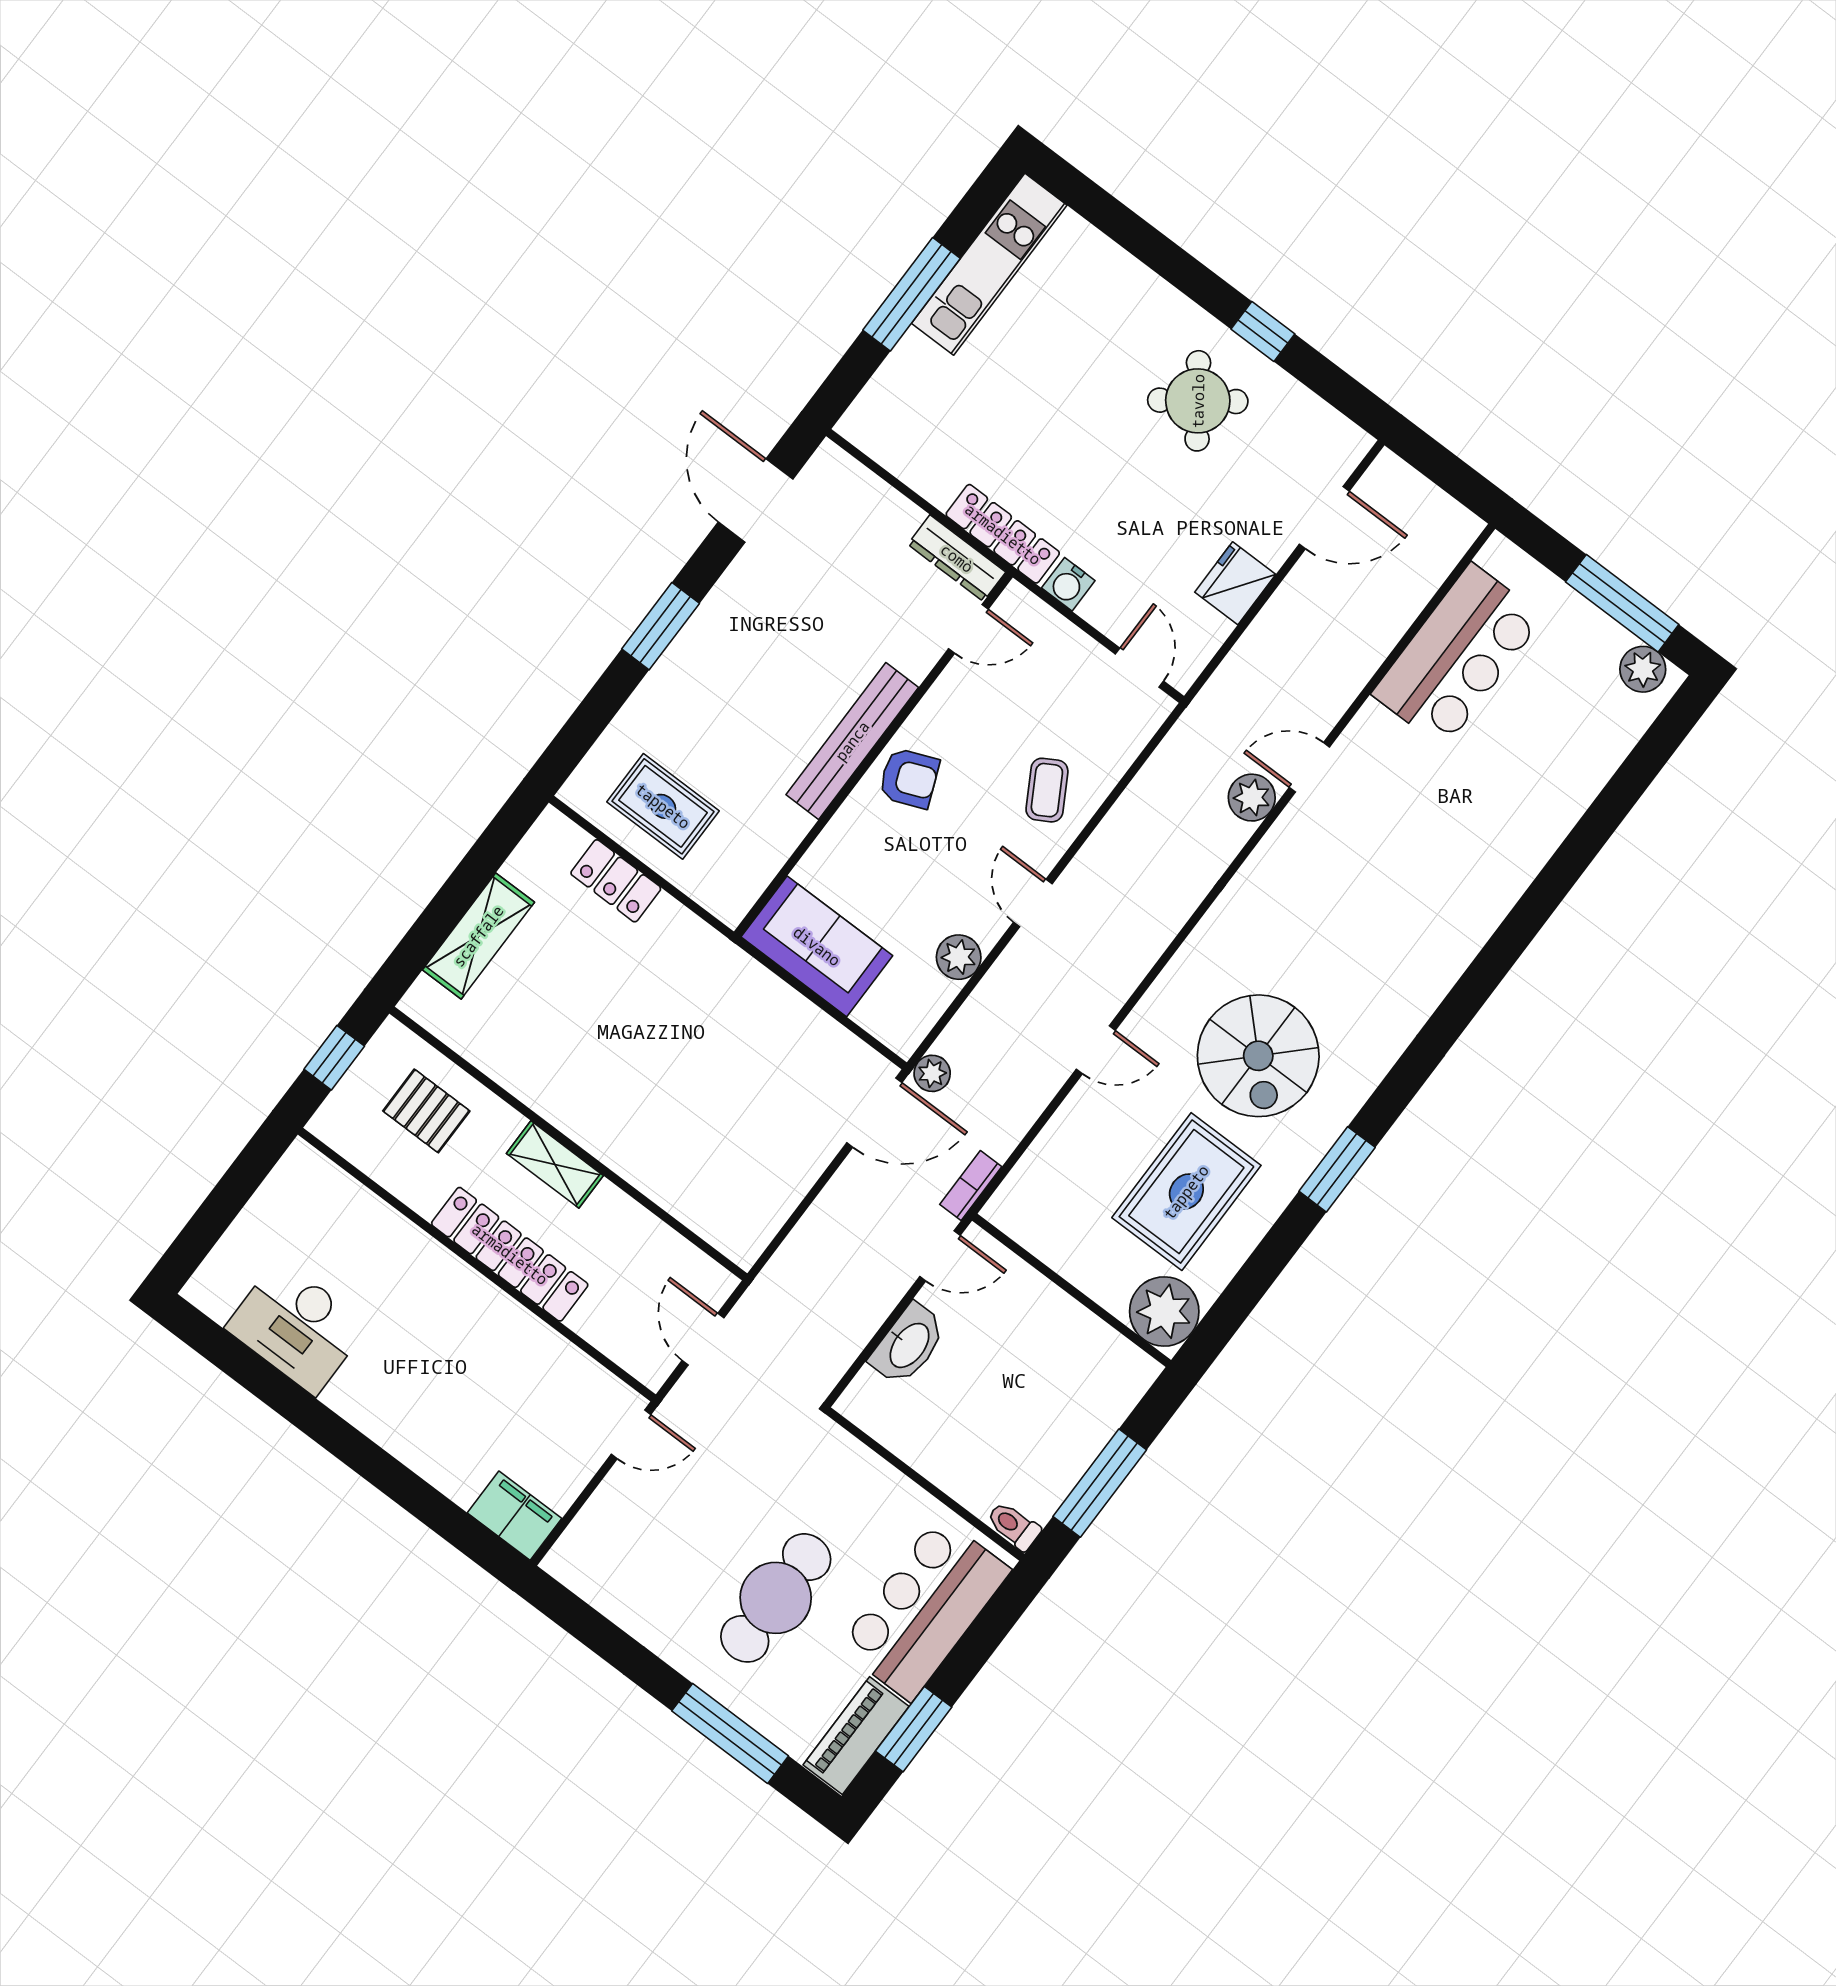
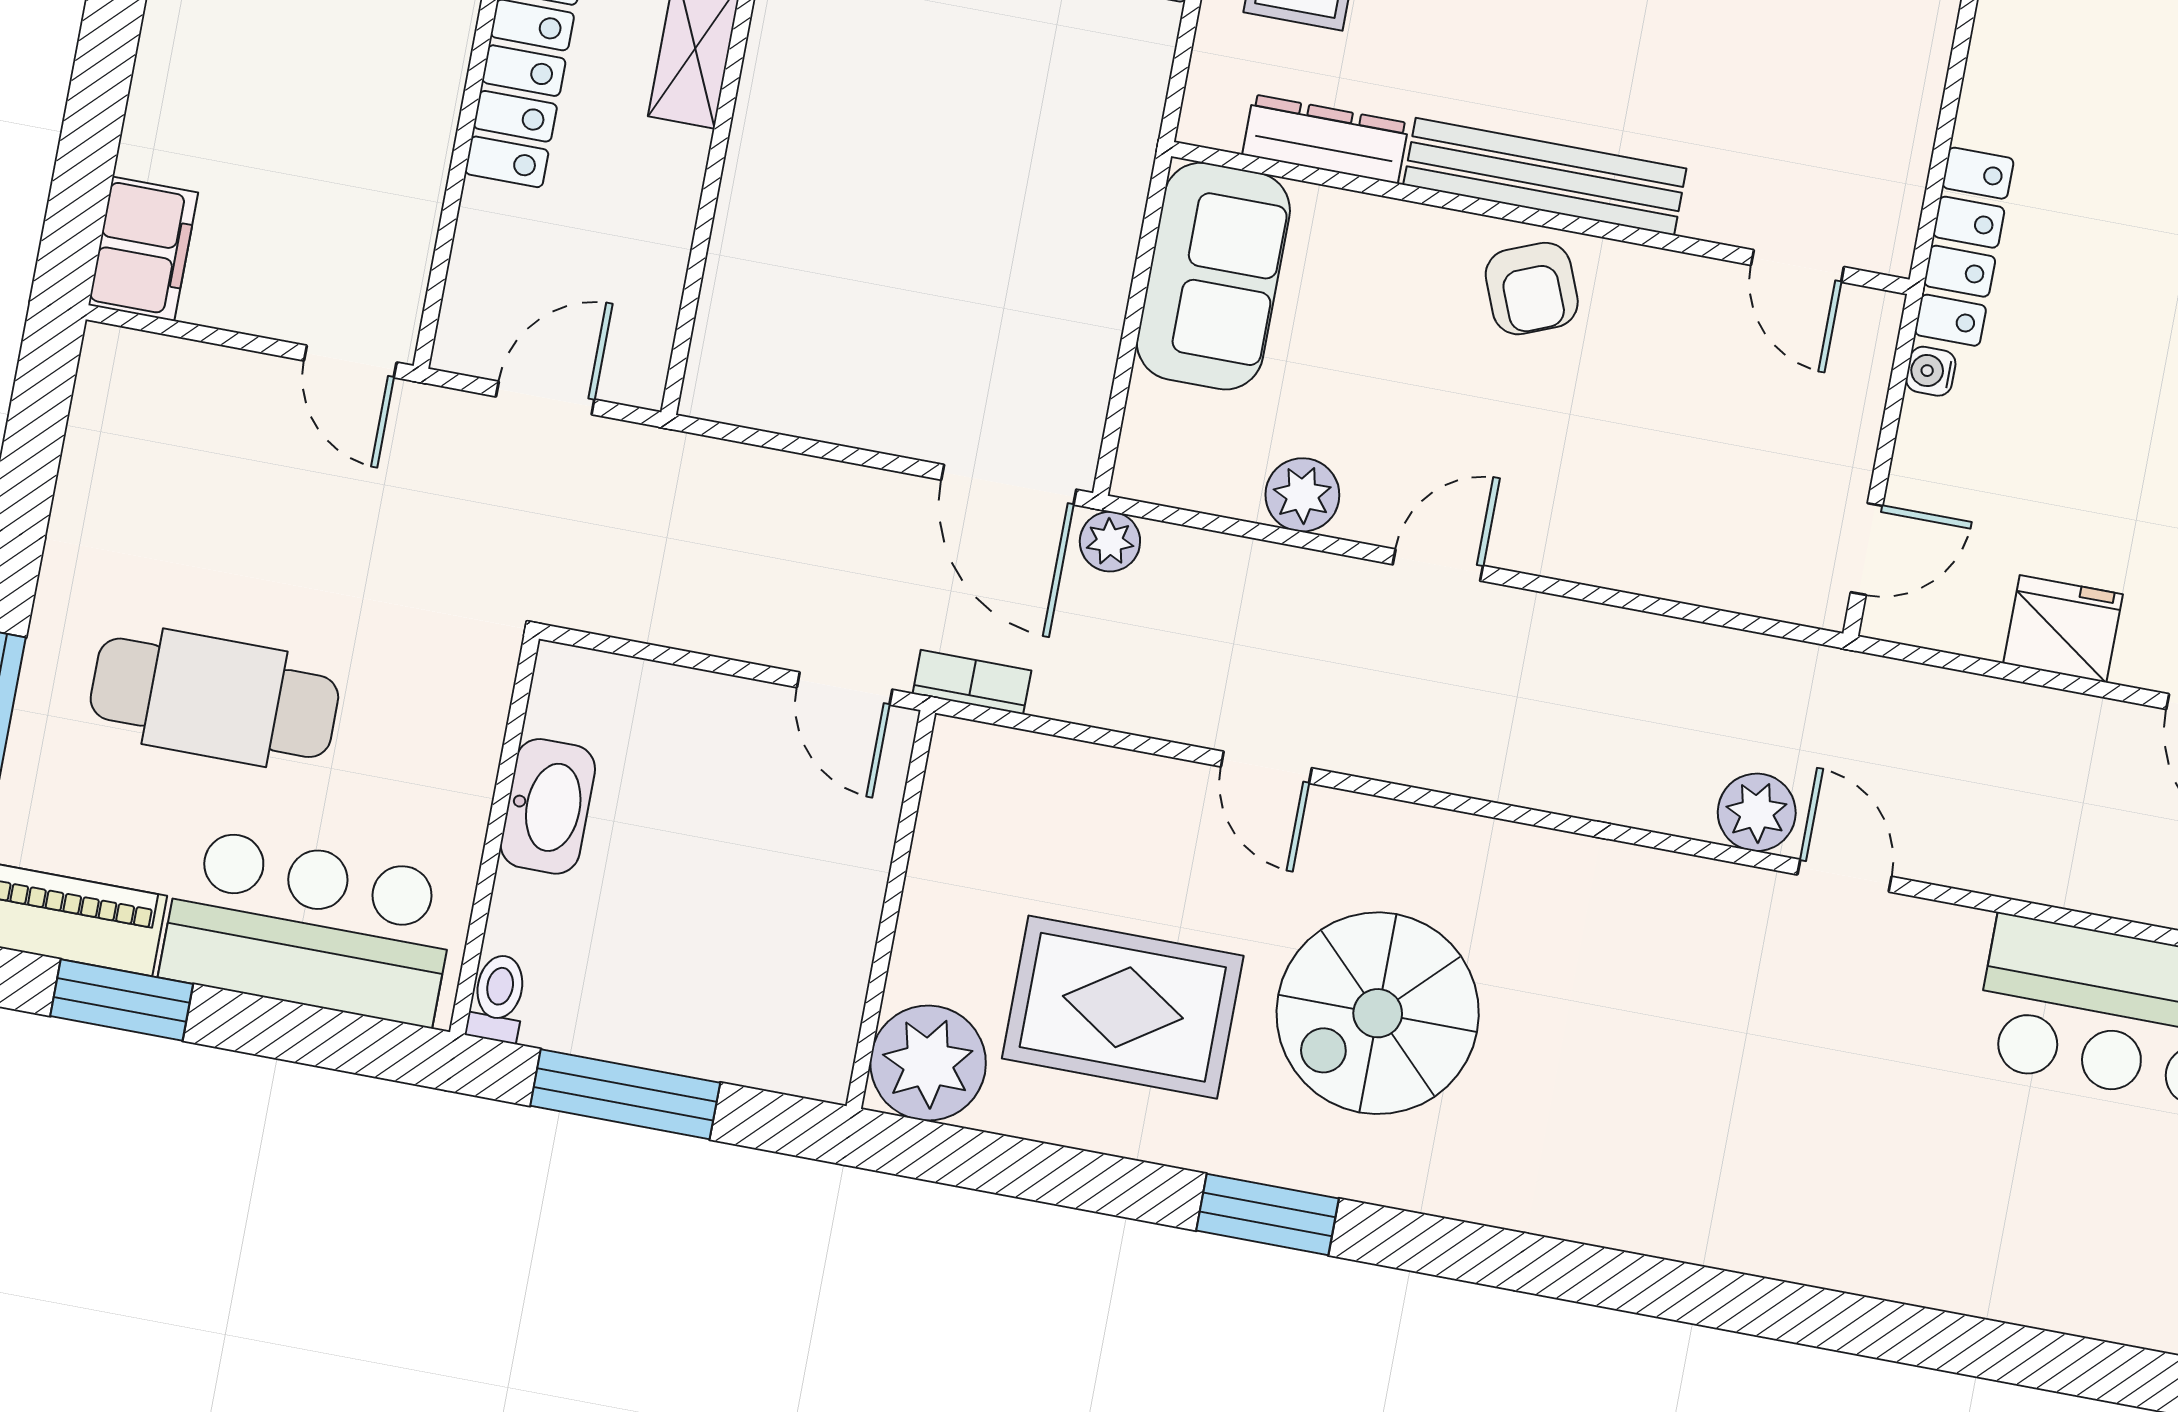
dresser: (957, 558) -> (1326, 139), moved, turned 90
water cooler: (1068, 584) -> (1931, 371), width x0.72, depth x0.72
coffee table: (1047, 790) -> (1616, 502), removed
washbasin: (908, 1345) -> (548, 806), moved, turned -90

